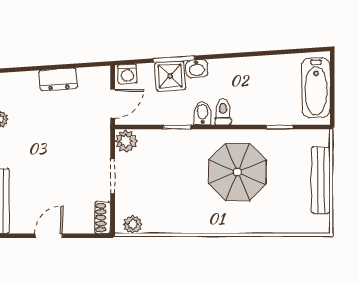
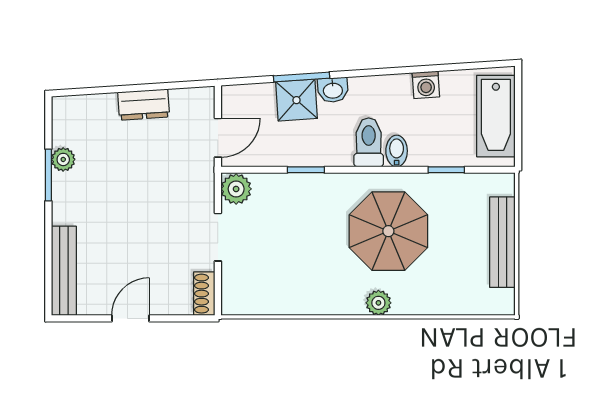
washing machine: (127, 74) -> (426, 85), moved
toilet: (223, 112) -> (369, 142), width x1.37, depth x1.39
bidet: (202, 113) -> (397, 151), moved
plant: (133, 224) -> (378, 303), moved

